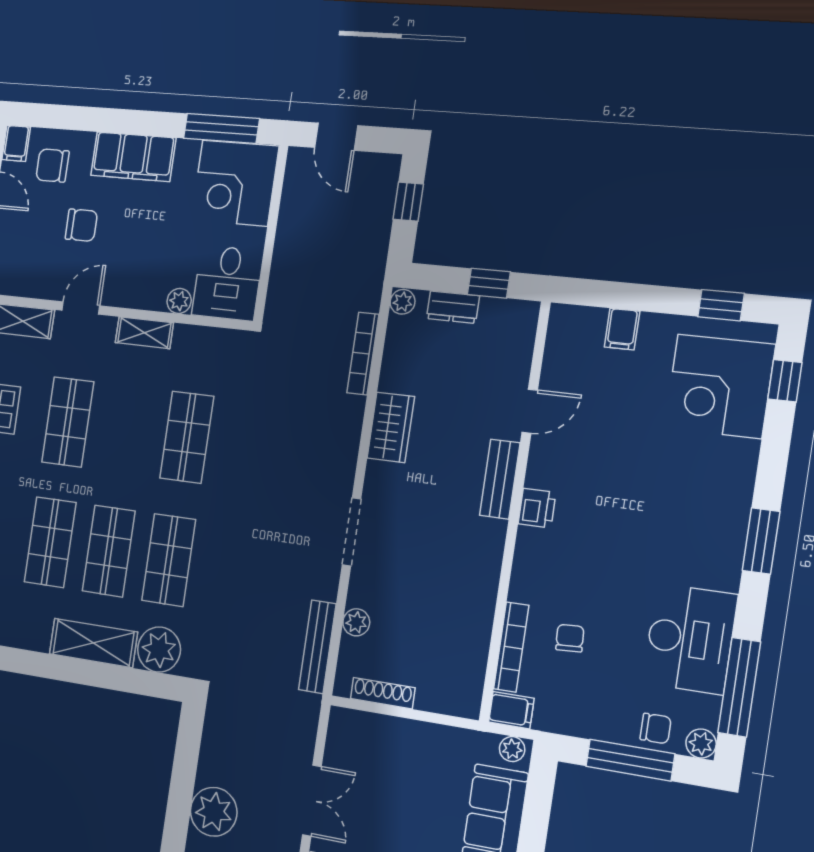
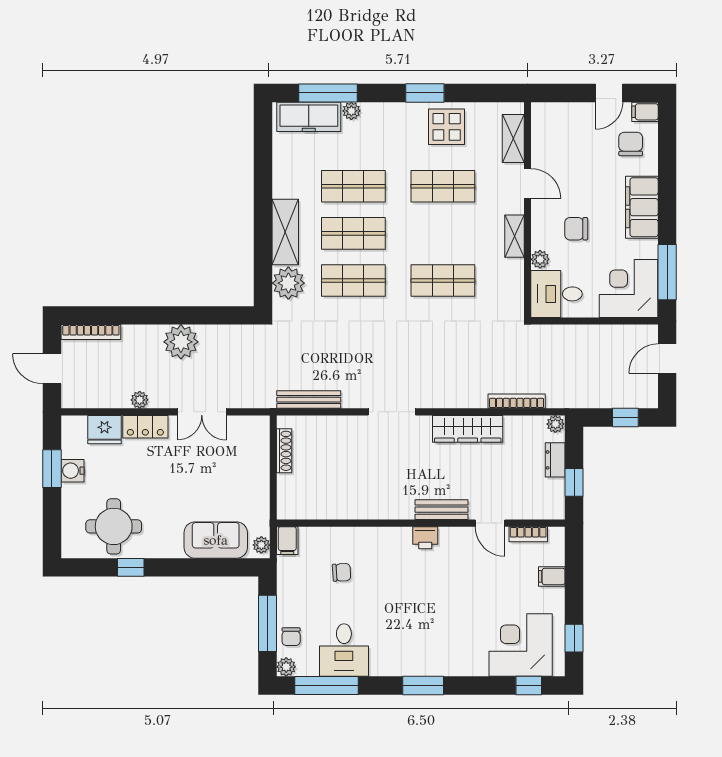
chair: (81, 225) -> (576, 229), moved, turned 90
wardrobe: (391, 427) -> (468, 429), width x1.50
plant: (356, 622) -> (330, 425), removed
desk: (690, 639) -> (344, 650), width x0.73
bookcase: (511, 647) -> (528, 534), moved, width x0.64

